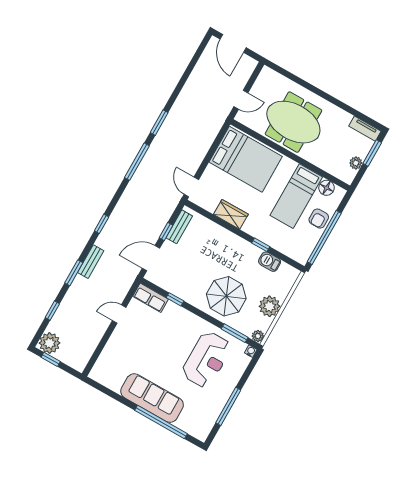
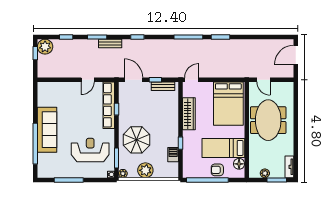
wardrobe: (231, 214) -> (189, 114), width x1.50
row of seats: (150, 298) -> (109, 105), width x2.02
door: (119, 314) -> (88, 80), swing flipped
reception desk: (207, 359) -> (90, 150), turned 180

